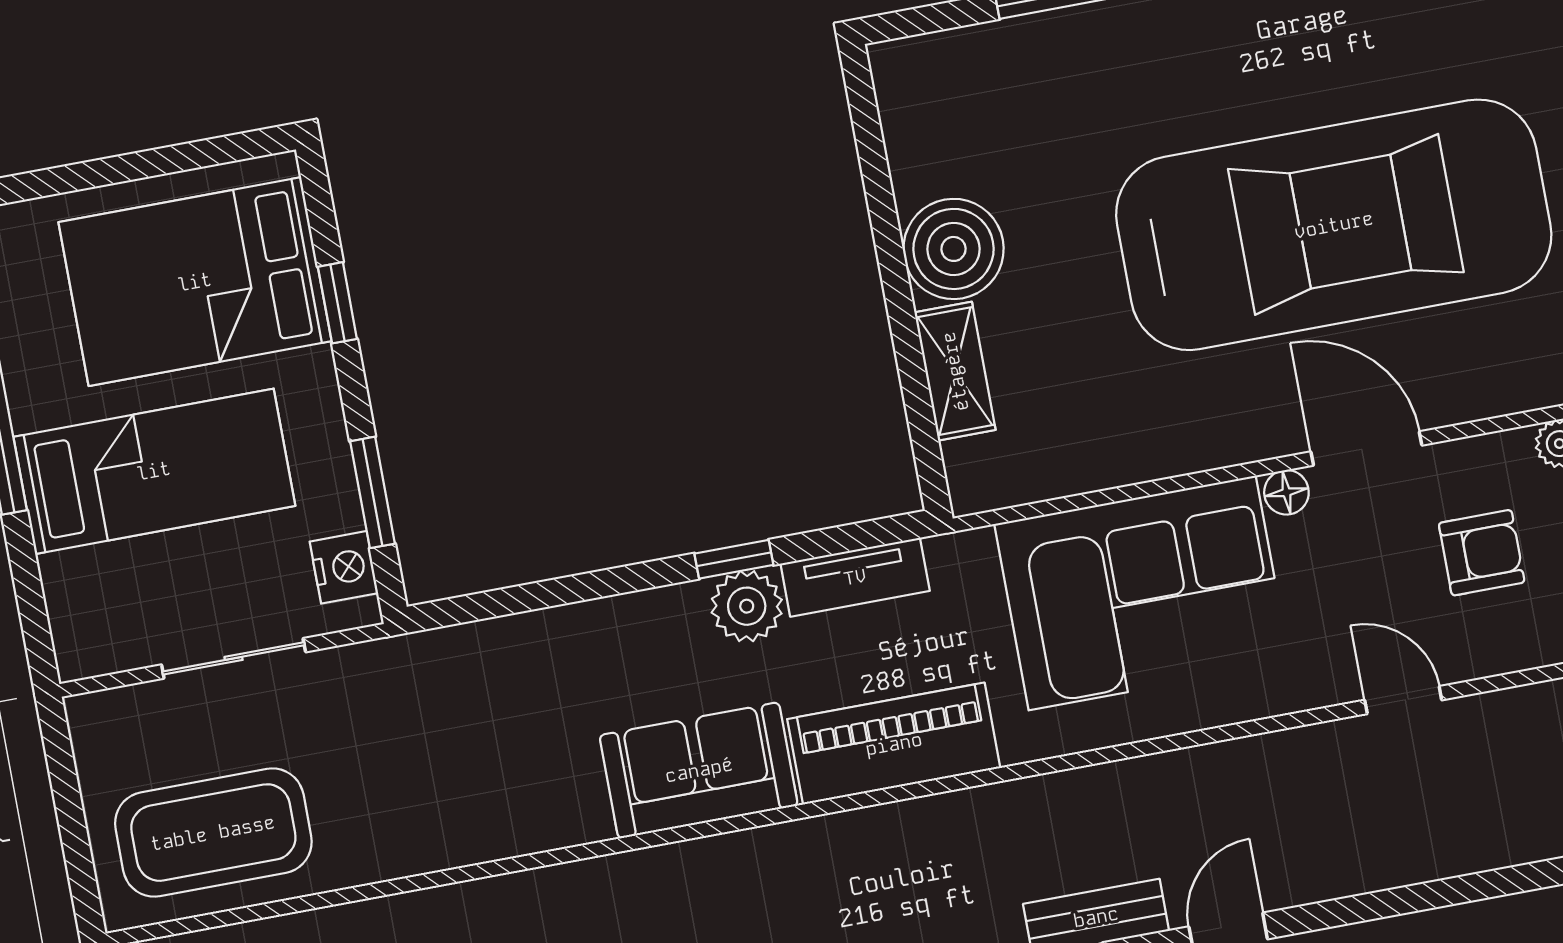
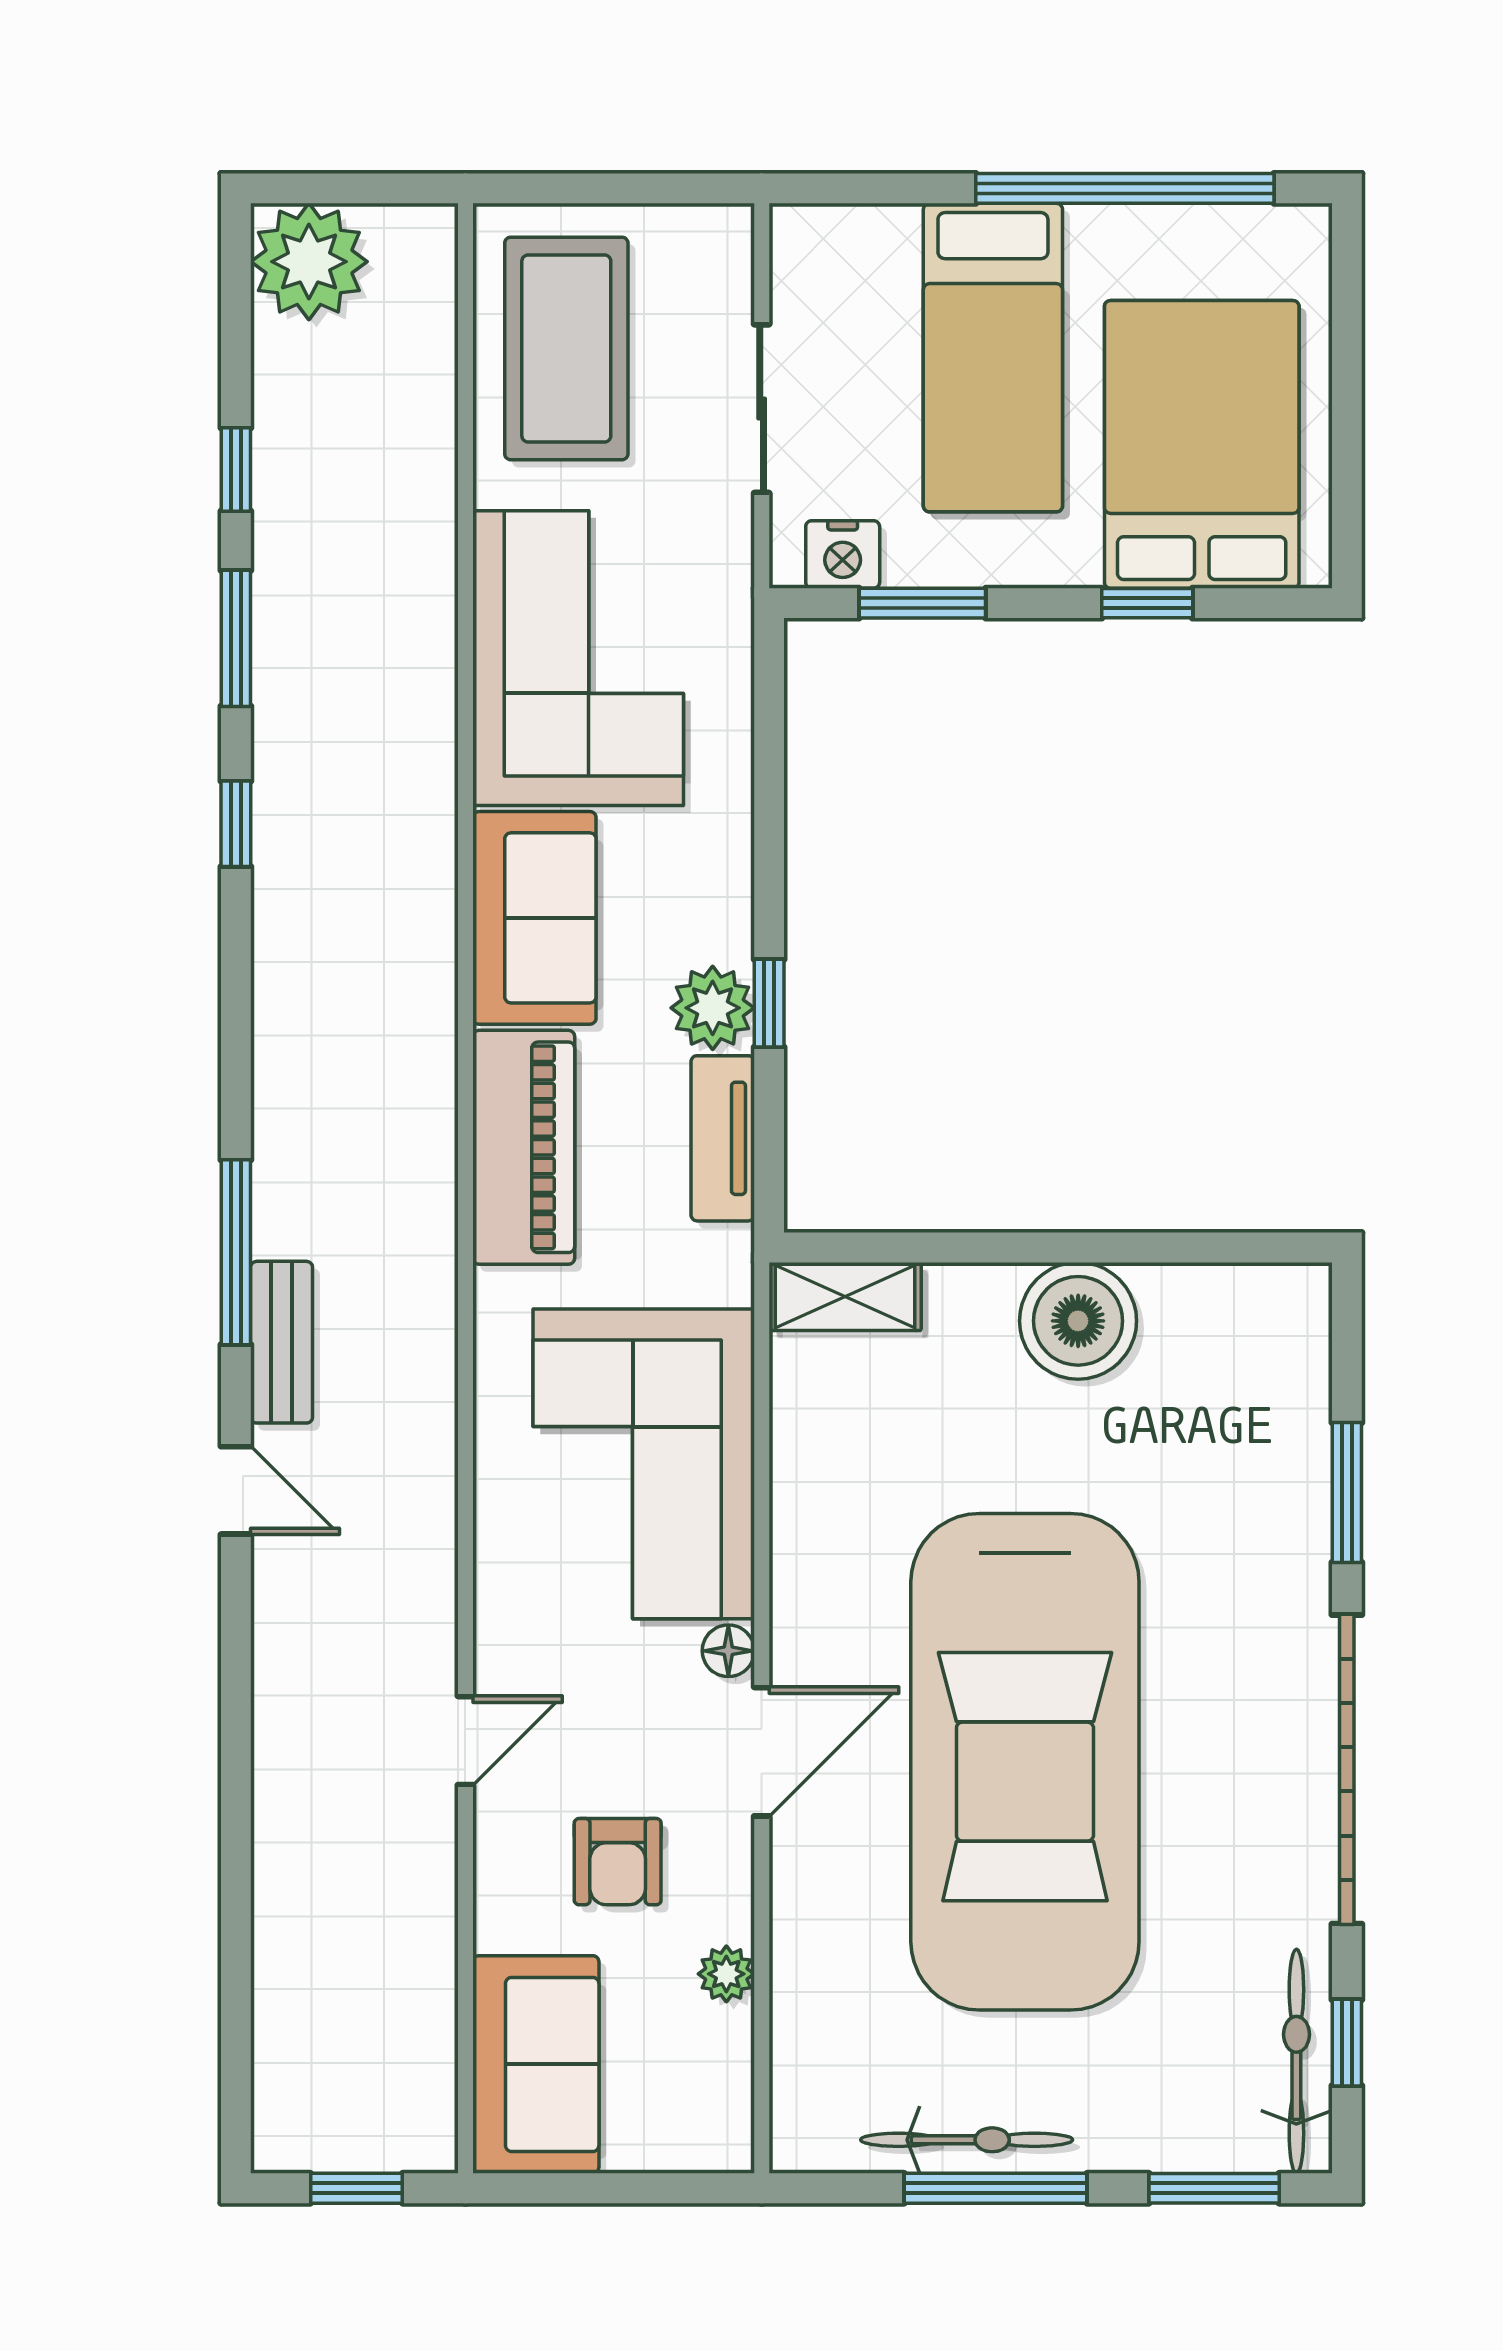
shelving: (955, 371) -> (845, 1297), moved
corner sofa: (473, 774) -> (578, 658), added

